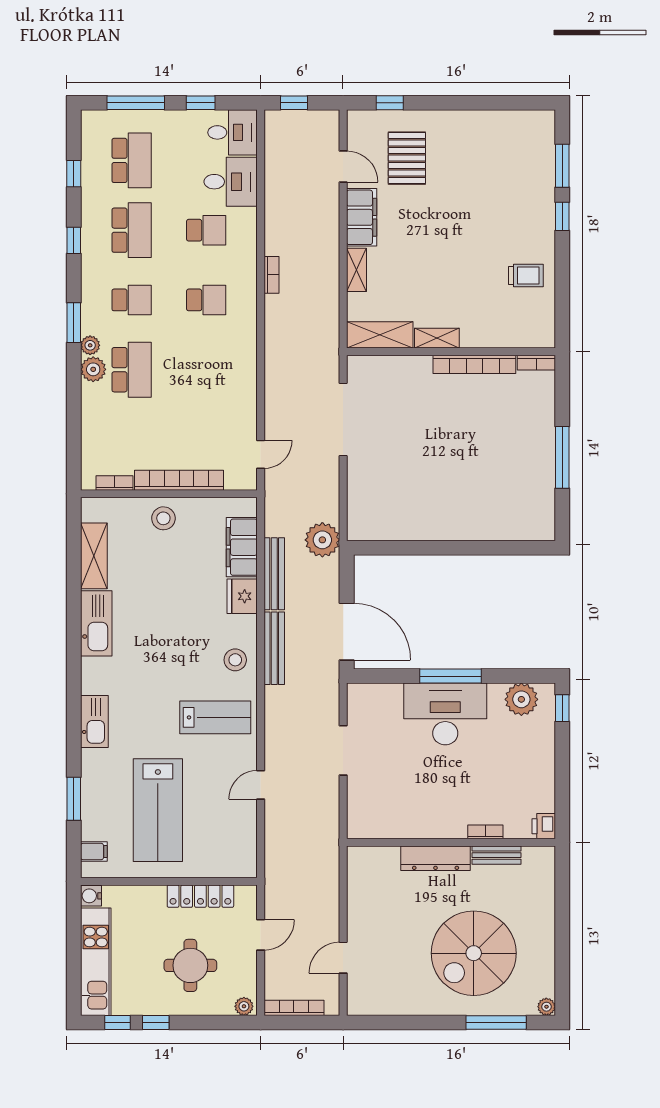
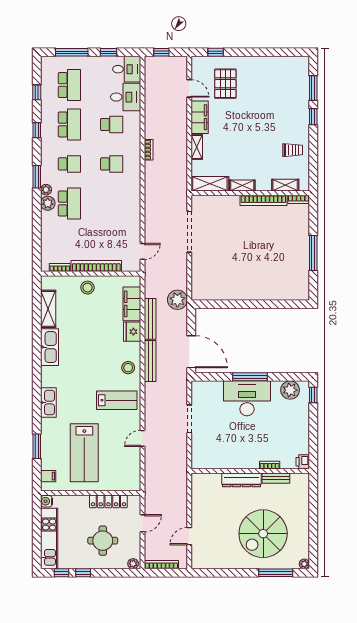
shelving: (513, 337) -> (285, 185), added

